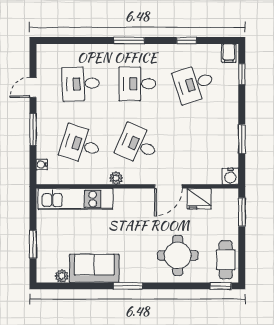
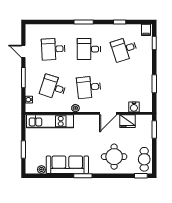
door: (33, 87) -> (23, 51), hinge flipped
desk: (137, 145) -> (89, 87), turned -30
water cooler: (230, 176) -> (134, 107), moved
sofa: (94, 268) -> (67, 165), width x1.36

